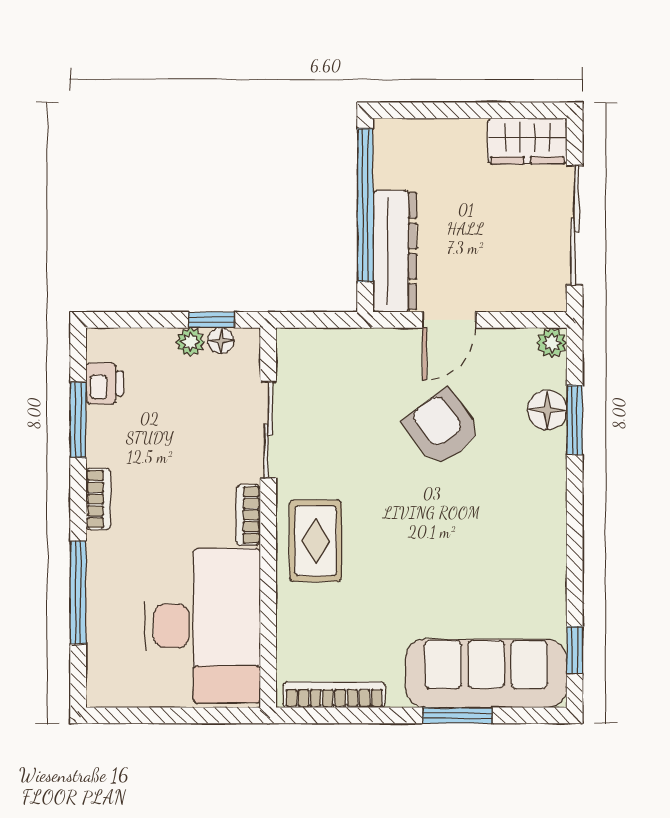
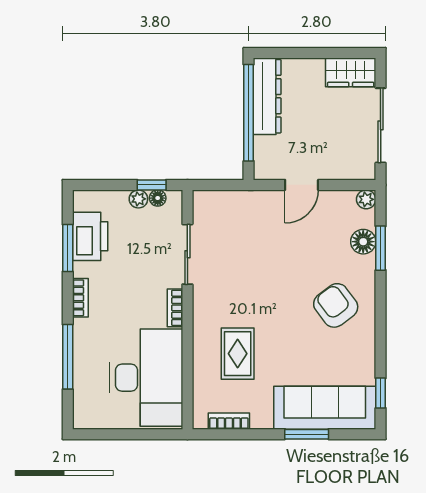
dresser: (395, 251) -> (267, 96), moved
printer: (105, 383) -> (90, 236), width x1.87, depth x1.48
armchair: (442, 428) -> (336, 305), moved
rug: (316, 541) -> (238, 354), moved
bookcase: (334, 695) -> (229, 421), width x0.64

